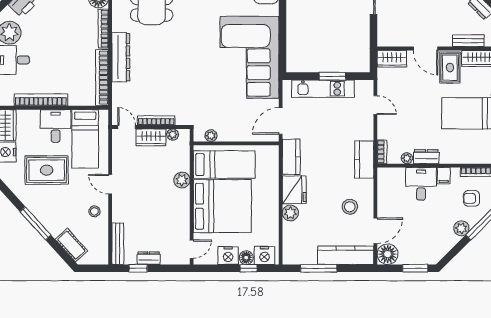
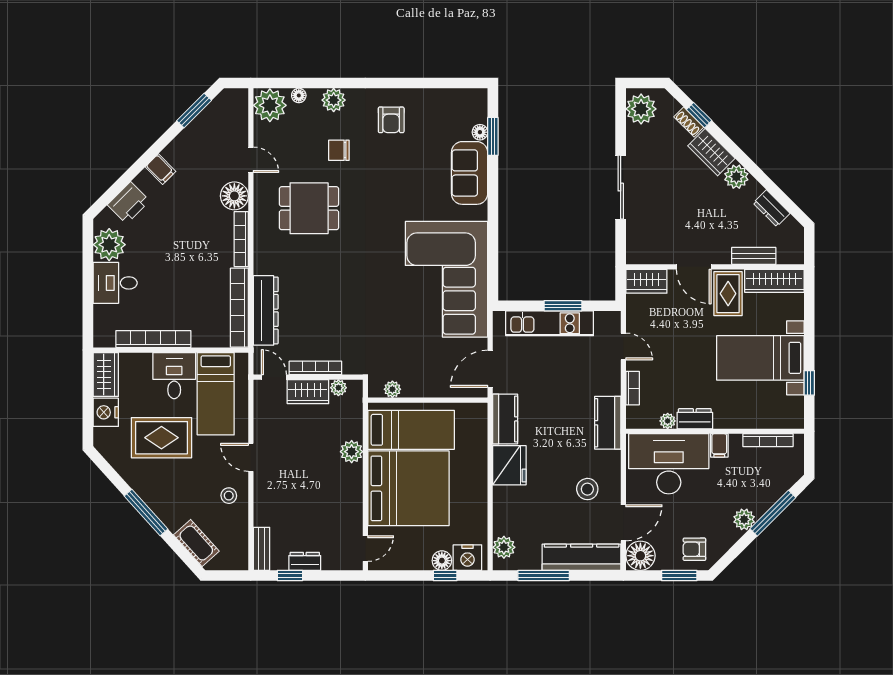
dresser: (121, 57) -> (266, 310), moved
bookcase: (382, 152) -> (633, 388), moved
desk: (421, 184) -> (669, 464), width x1.87, depth x1.30
armchair: (472, 198) -> (694, 549), moved
plant: (290, 213) -> (504, 547), moved
bench: (118, 244) -> (261, 549), width x0.73
nightstand: (228, 256) -> (416, 558), removed

